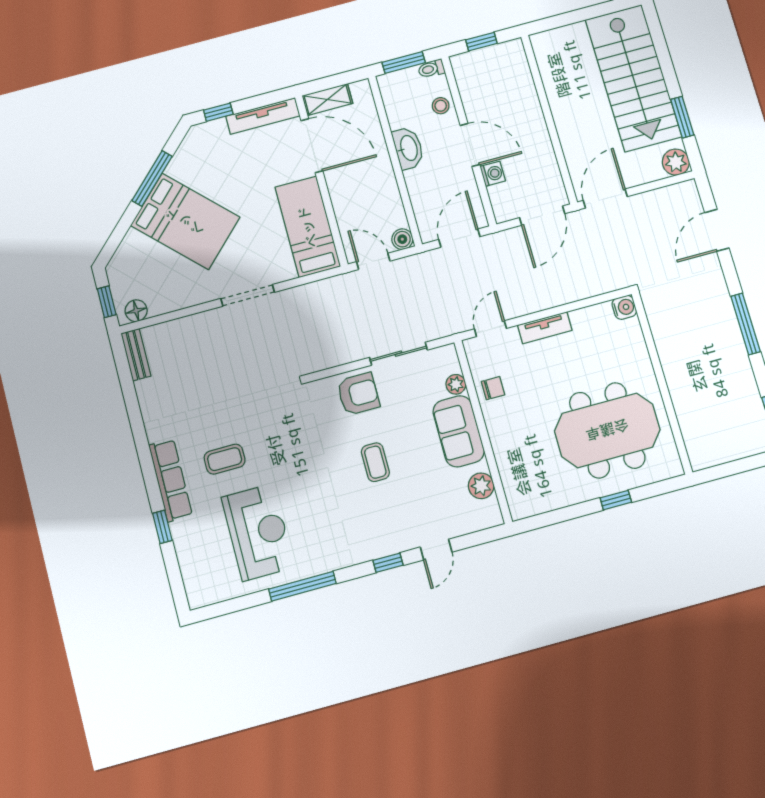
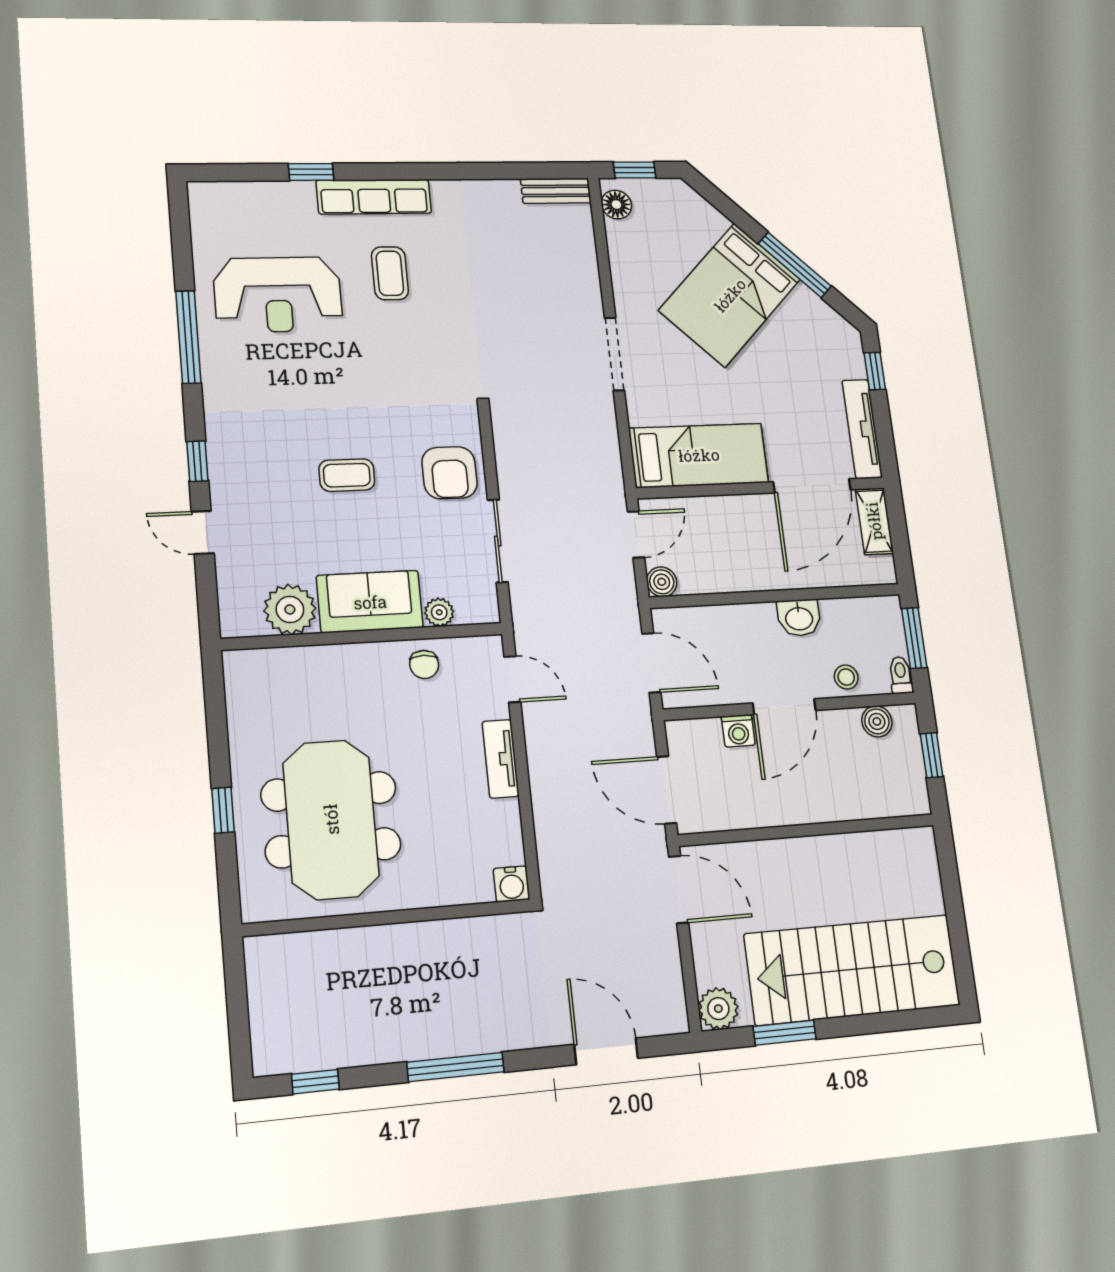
boiler: (466, 81) -> (877, 721), added
washbasin: (408, 148) -> (799, 618), width x0.72
plant: (481, 486) -> (290, 609), width x1.36, depth x1.36

